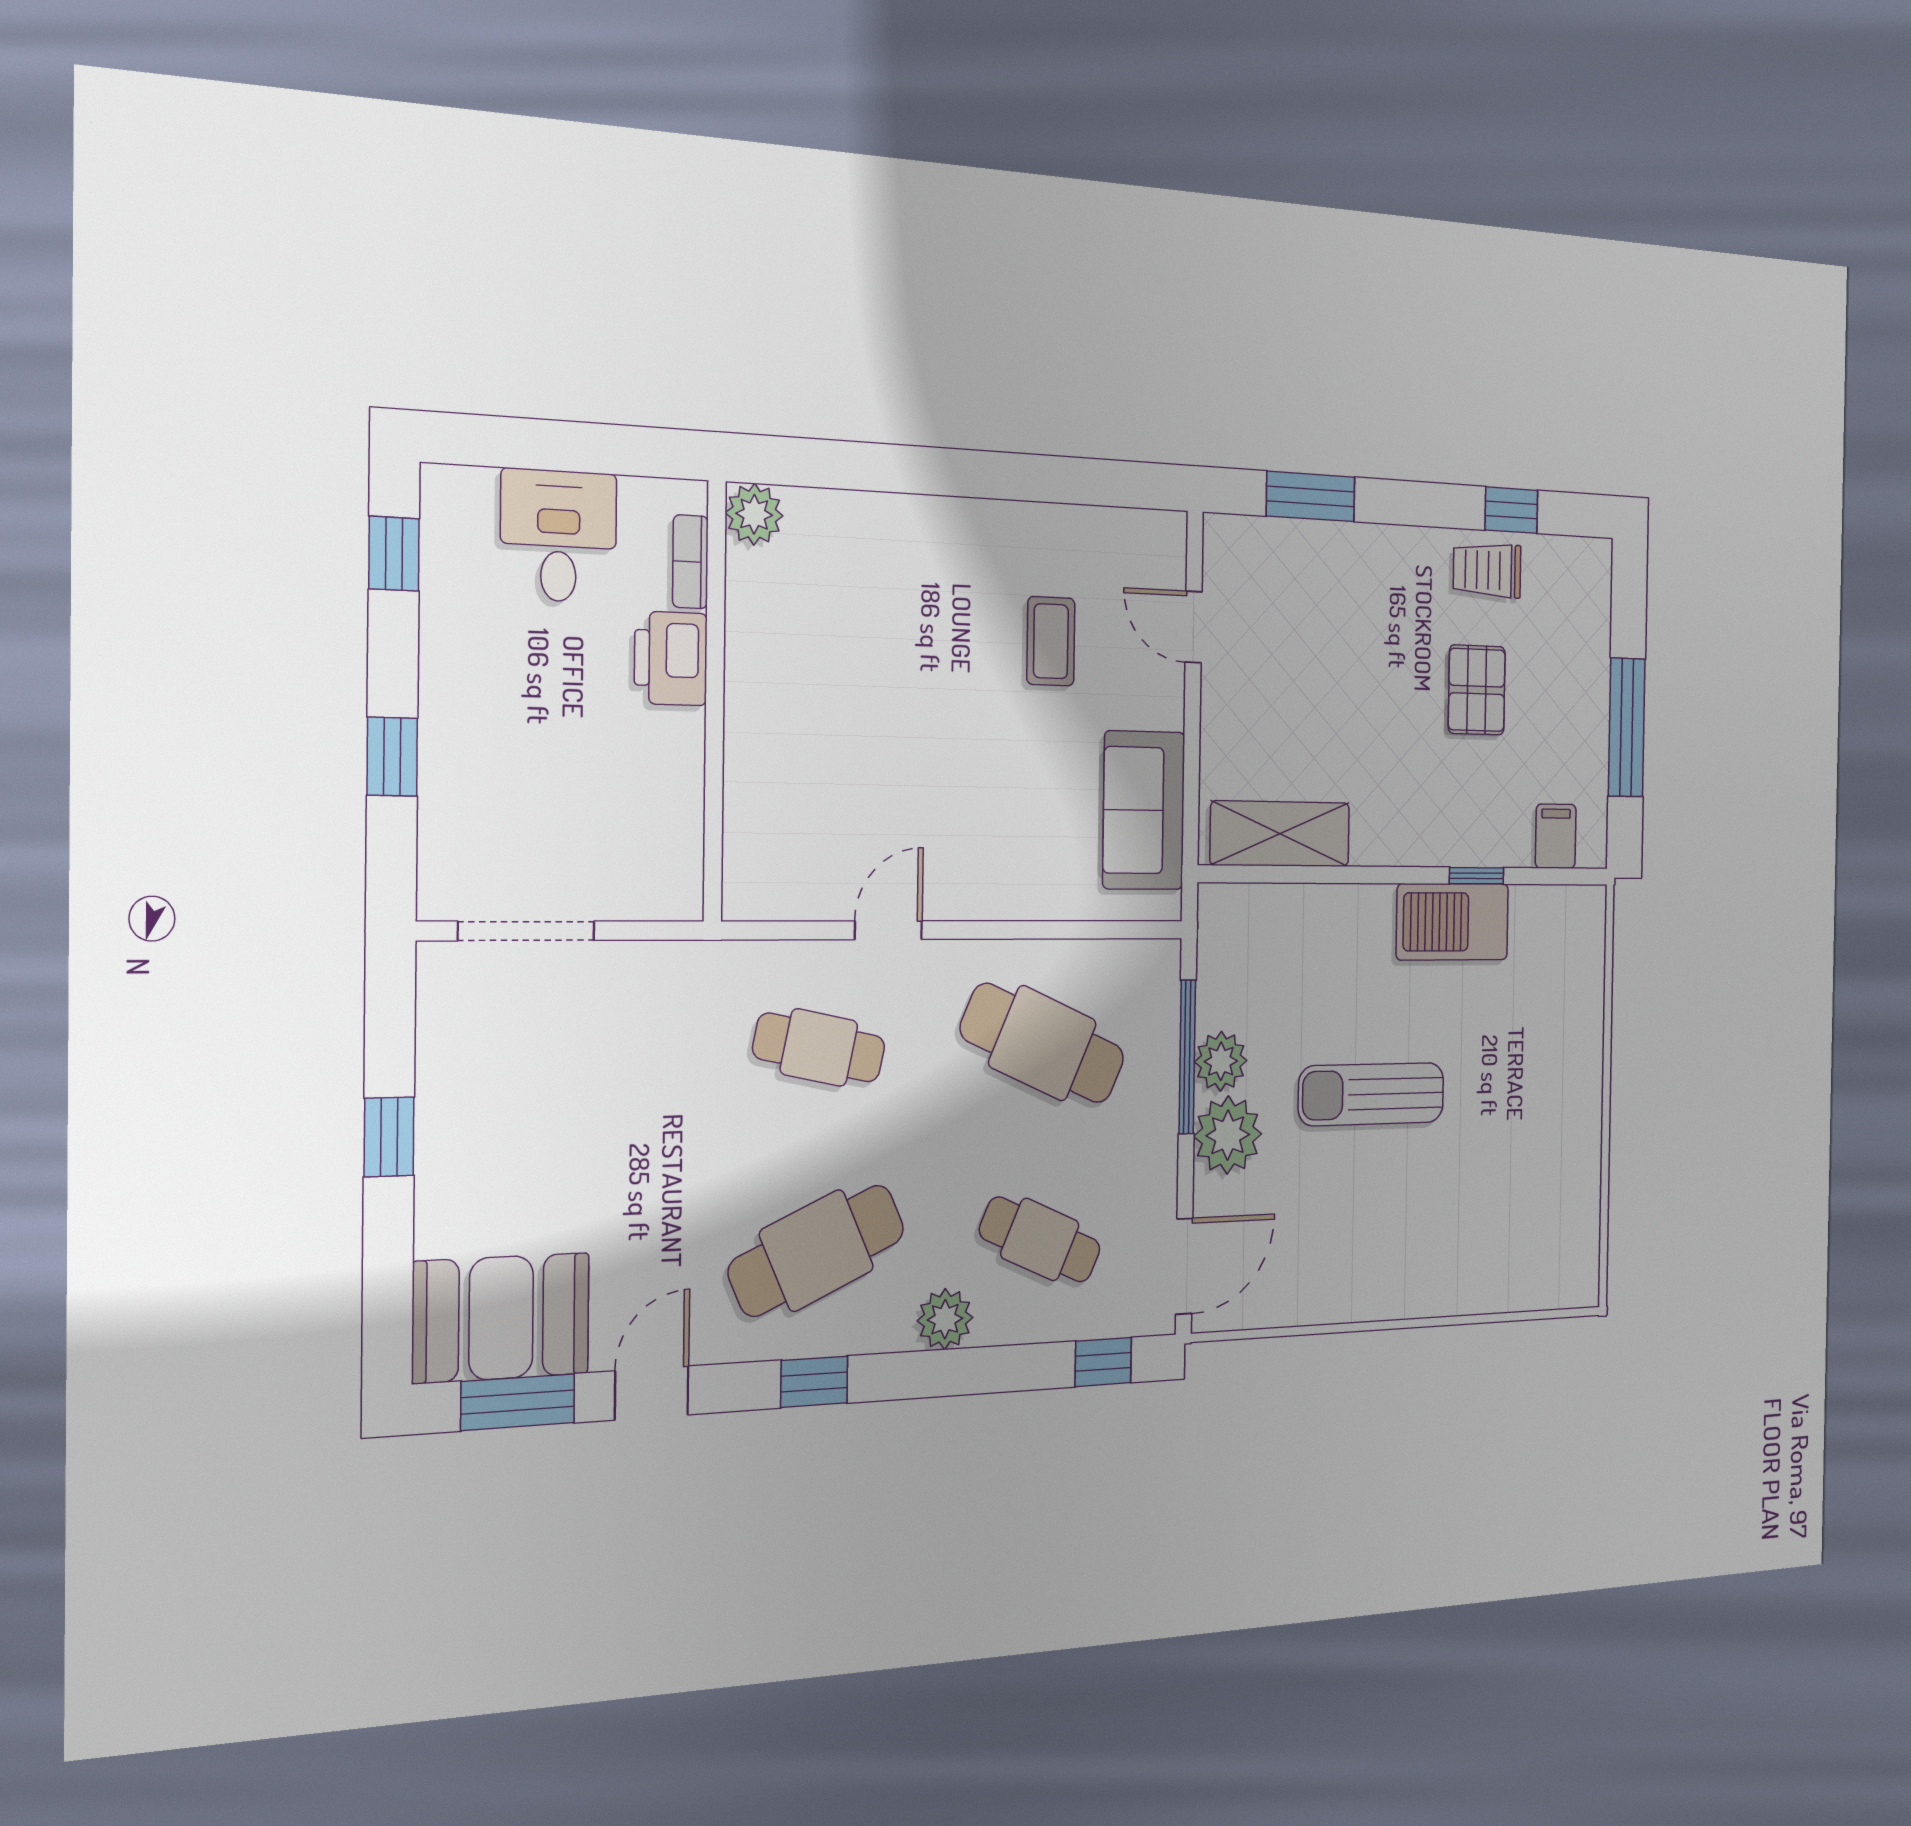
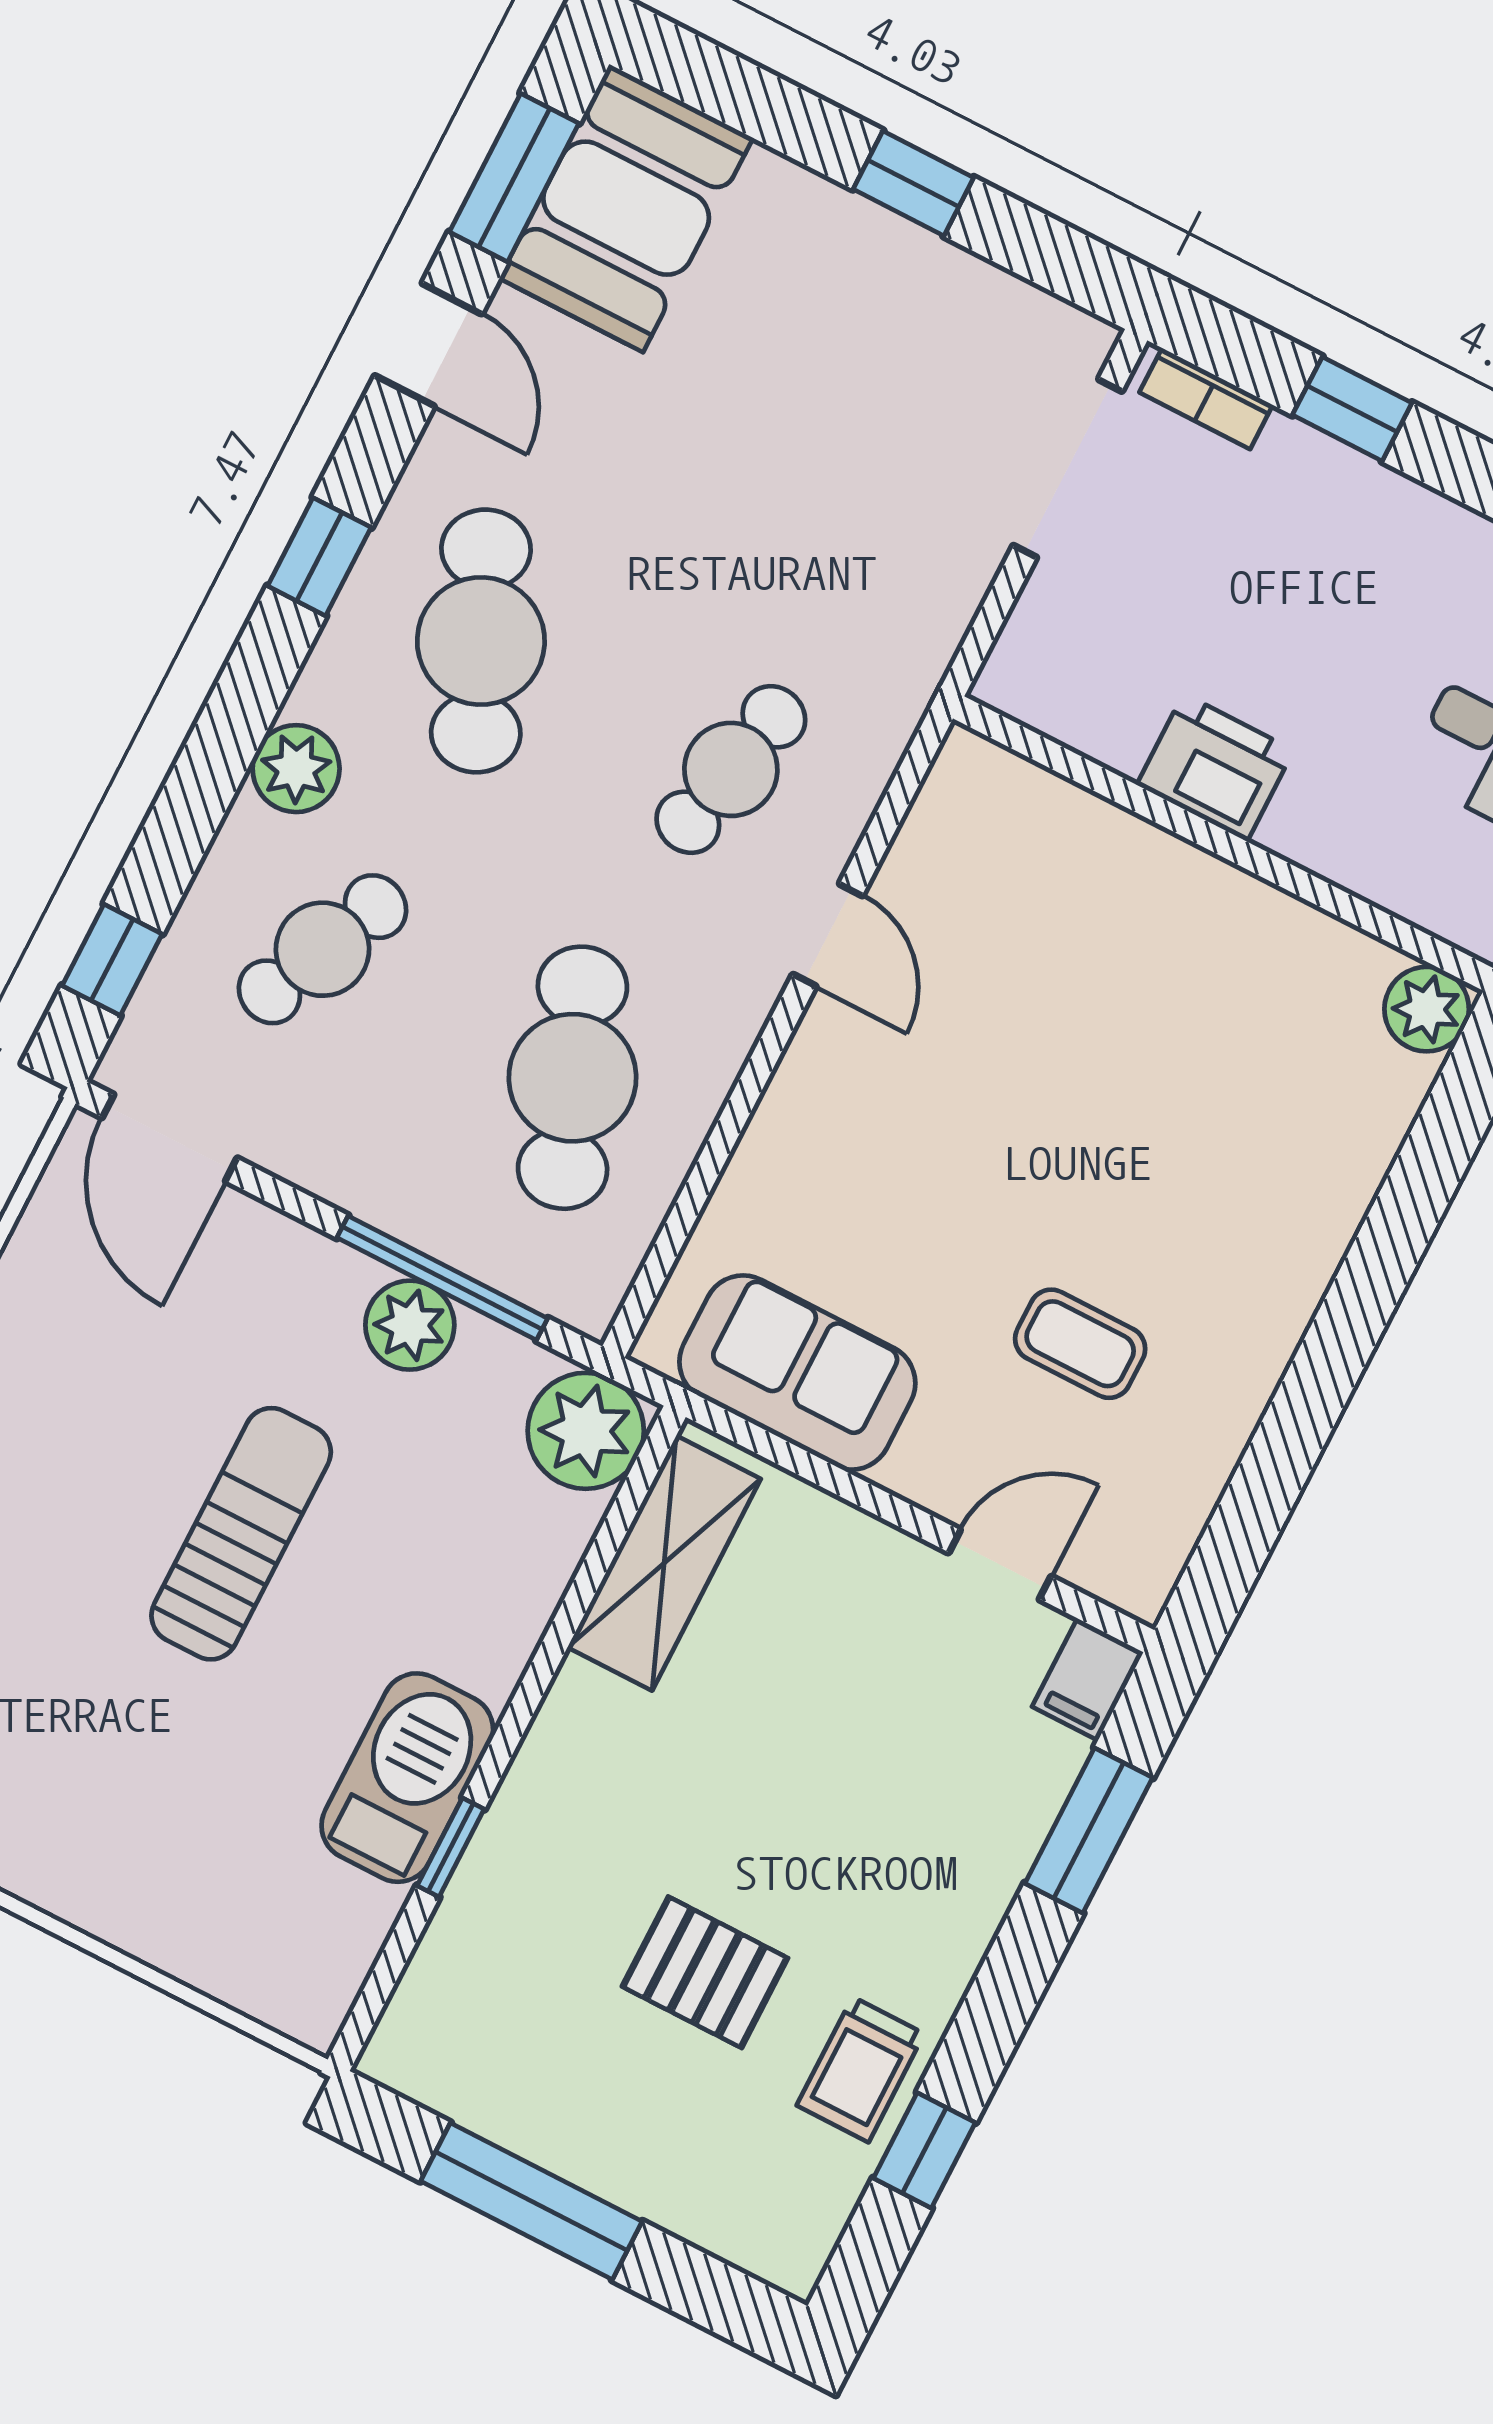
bookcase: (690, 562) -> (1206, 399), moved, turned 180
trolley: (1487, 570) -> (861, 2070), turned 180
printer: (671, 658) -> (1215, 768), moved
filing cabinet: (1556, 836) -> (1088, 1679), moved, turned 90
cafe table: (1043, 1043) -> (572, 1078), turned -45
plant: (1228, 1135) -> (586, 1431), moved

